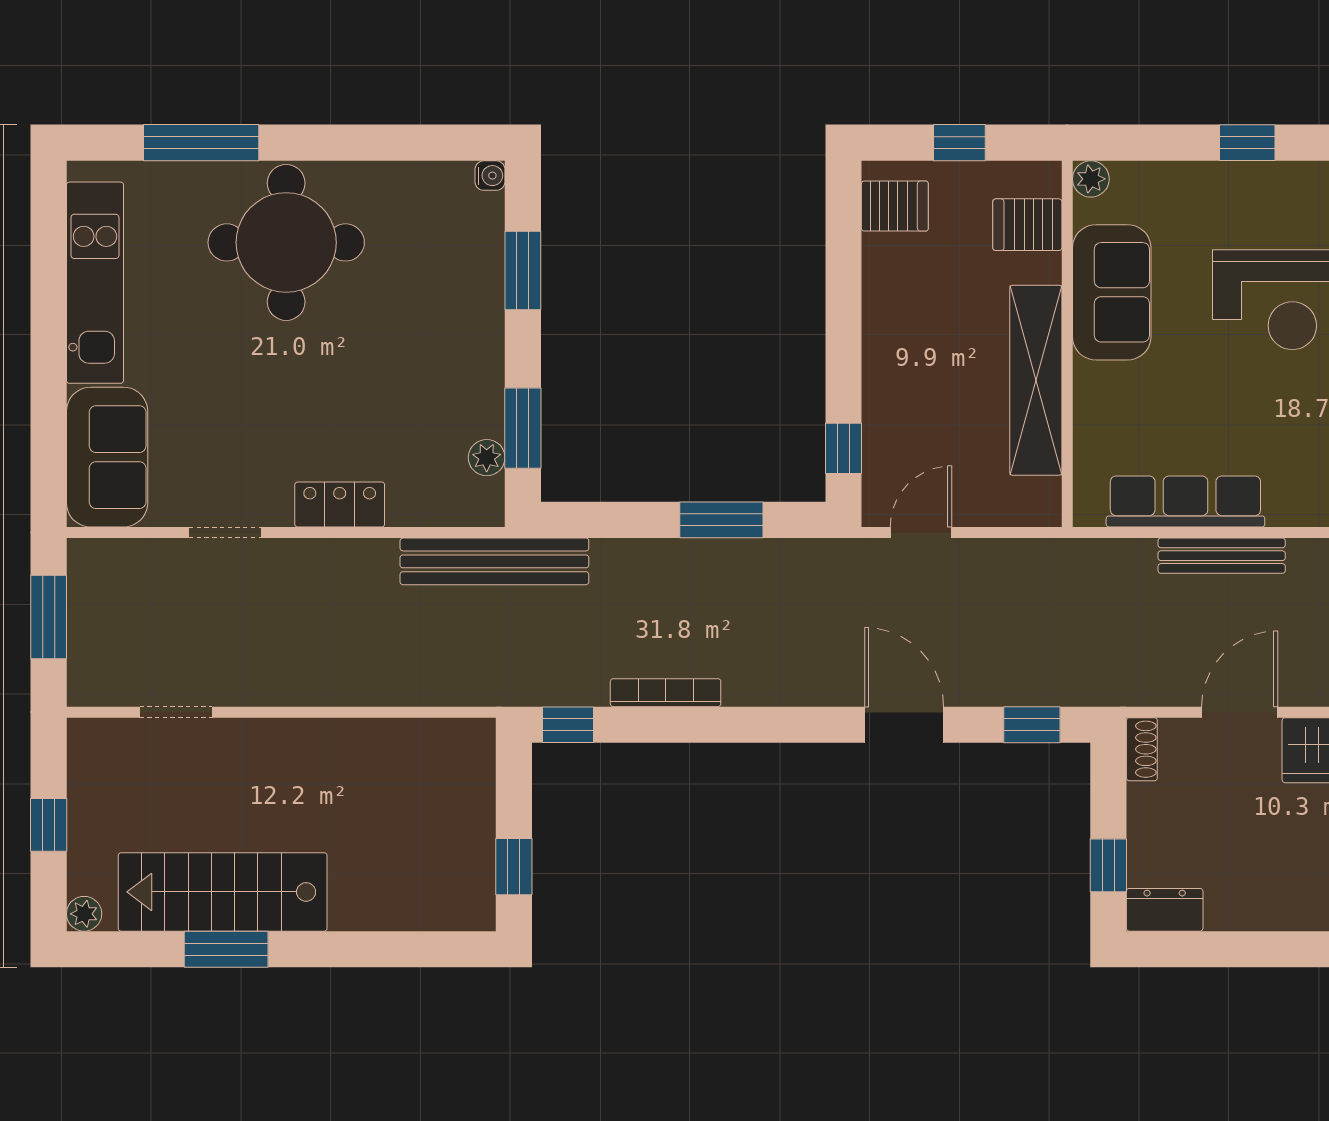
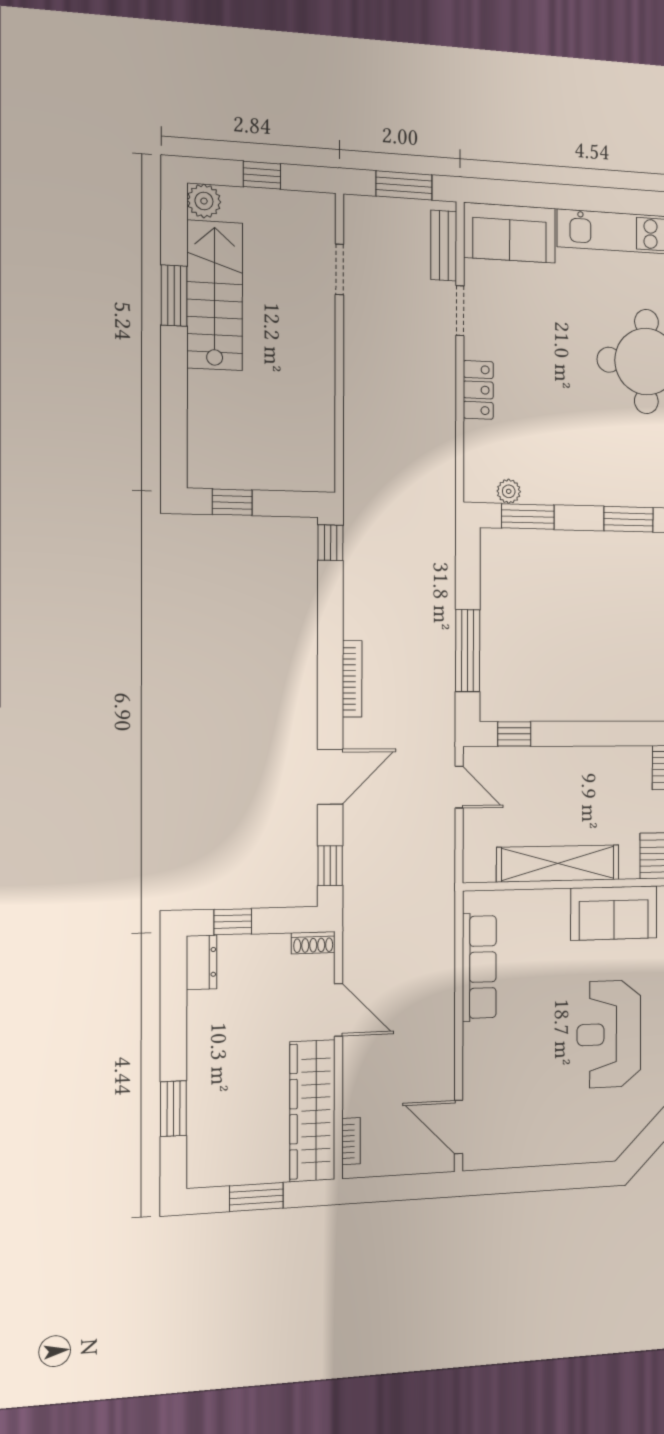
window: (721, 520) -> (468, 651), width x1.44
bench: (1222, 556) -> (443, 993), removed
bench: (494, 561) -> (444, 245), moved, width x0.54, depth x0.82
bookcase: (666, 693) -> (352, 679), moved
plant: (84, 914) -> (204, 201), width x1.38, depth x1.38

